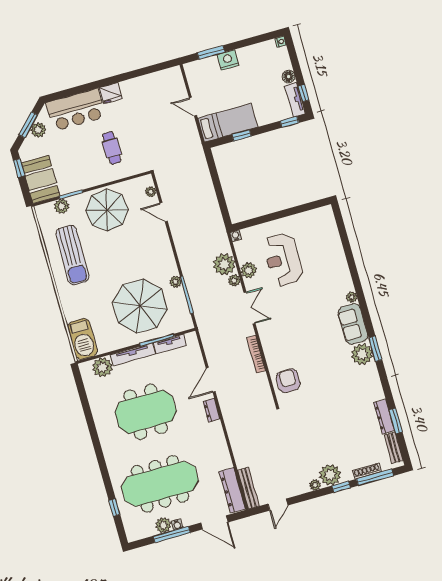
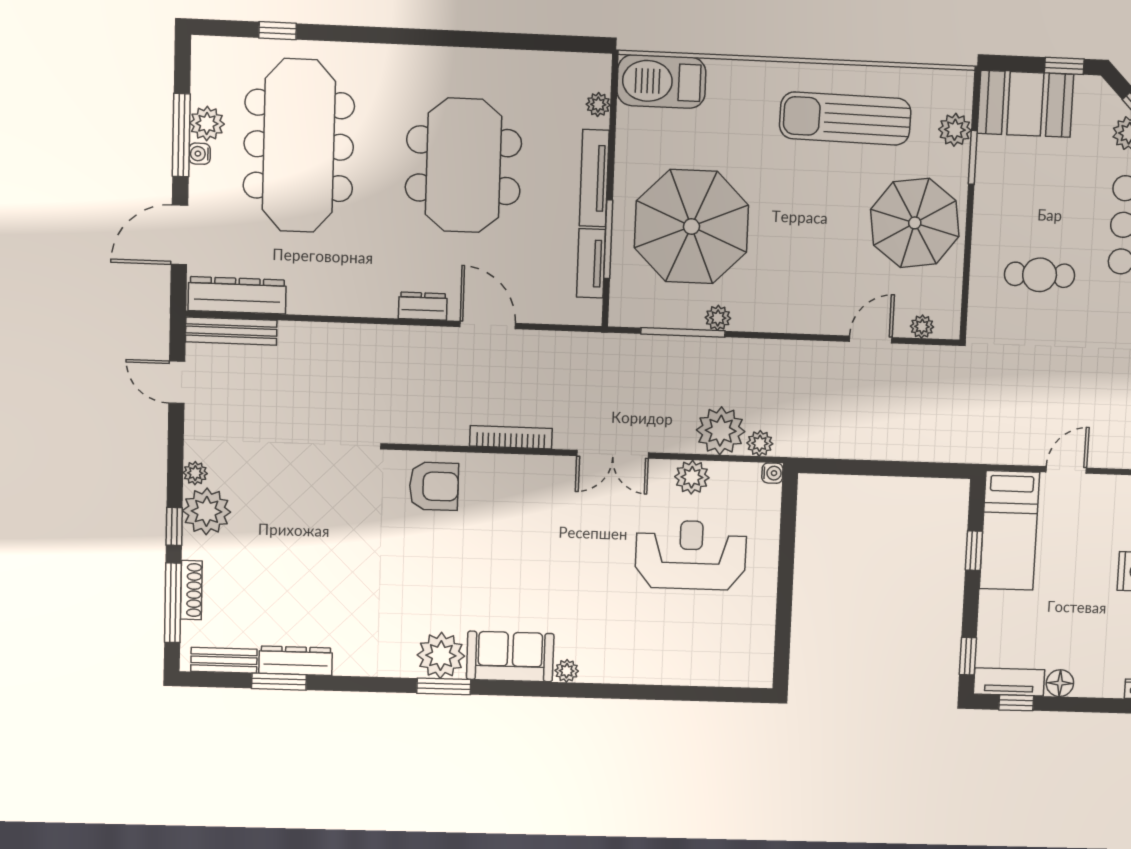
plant: (234, 281) -> (760, 443), moved
plant: (102, 367) -> (598, 105), width x0.53, depth x0.53

